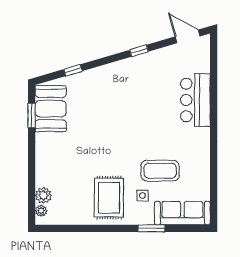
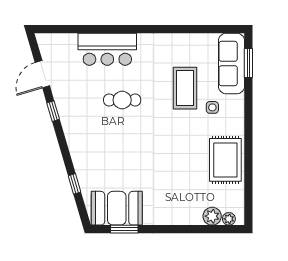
door: (188, 36) -> (42, 74), moved
cafe table: (149, 113) -> (122, 100), added
rug: (109, 198) -> (225, 160), moved, turned 90
window: (152, 228) -> (248, 63), moved

